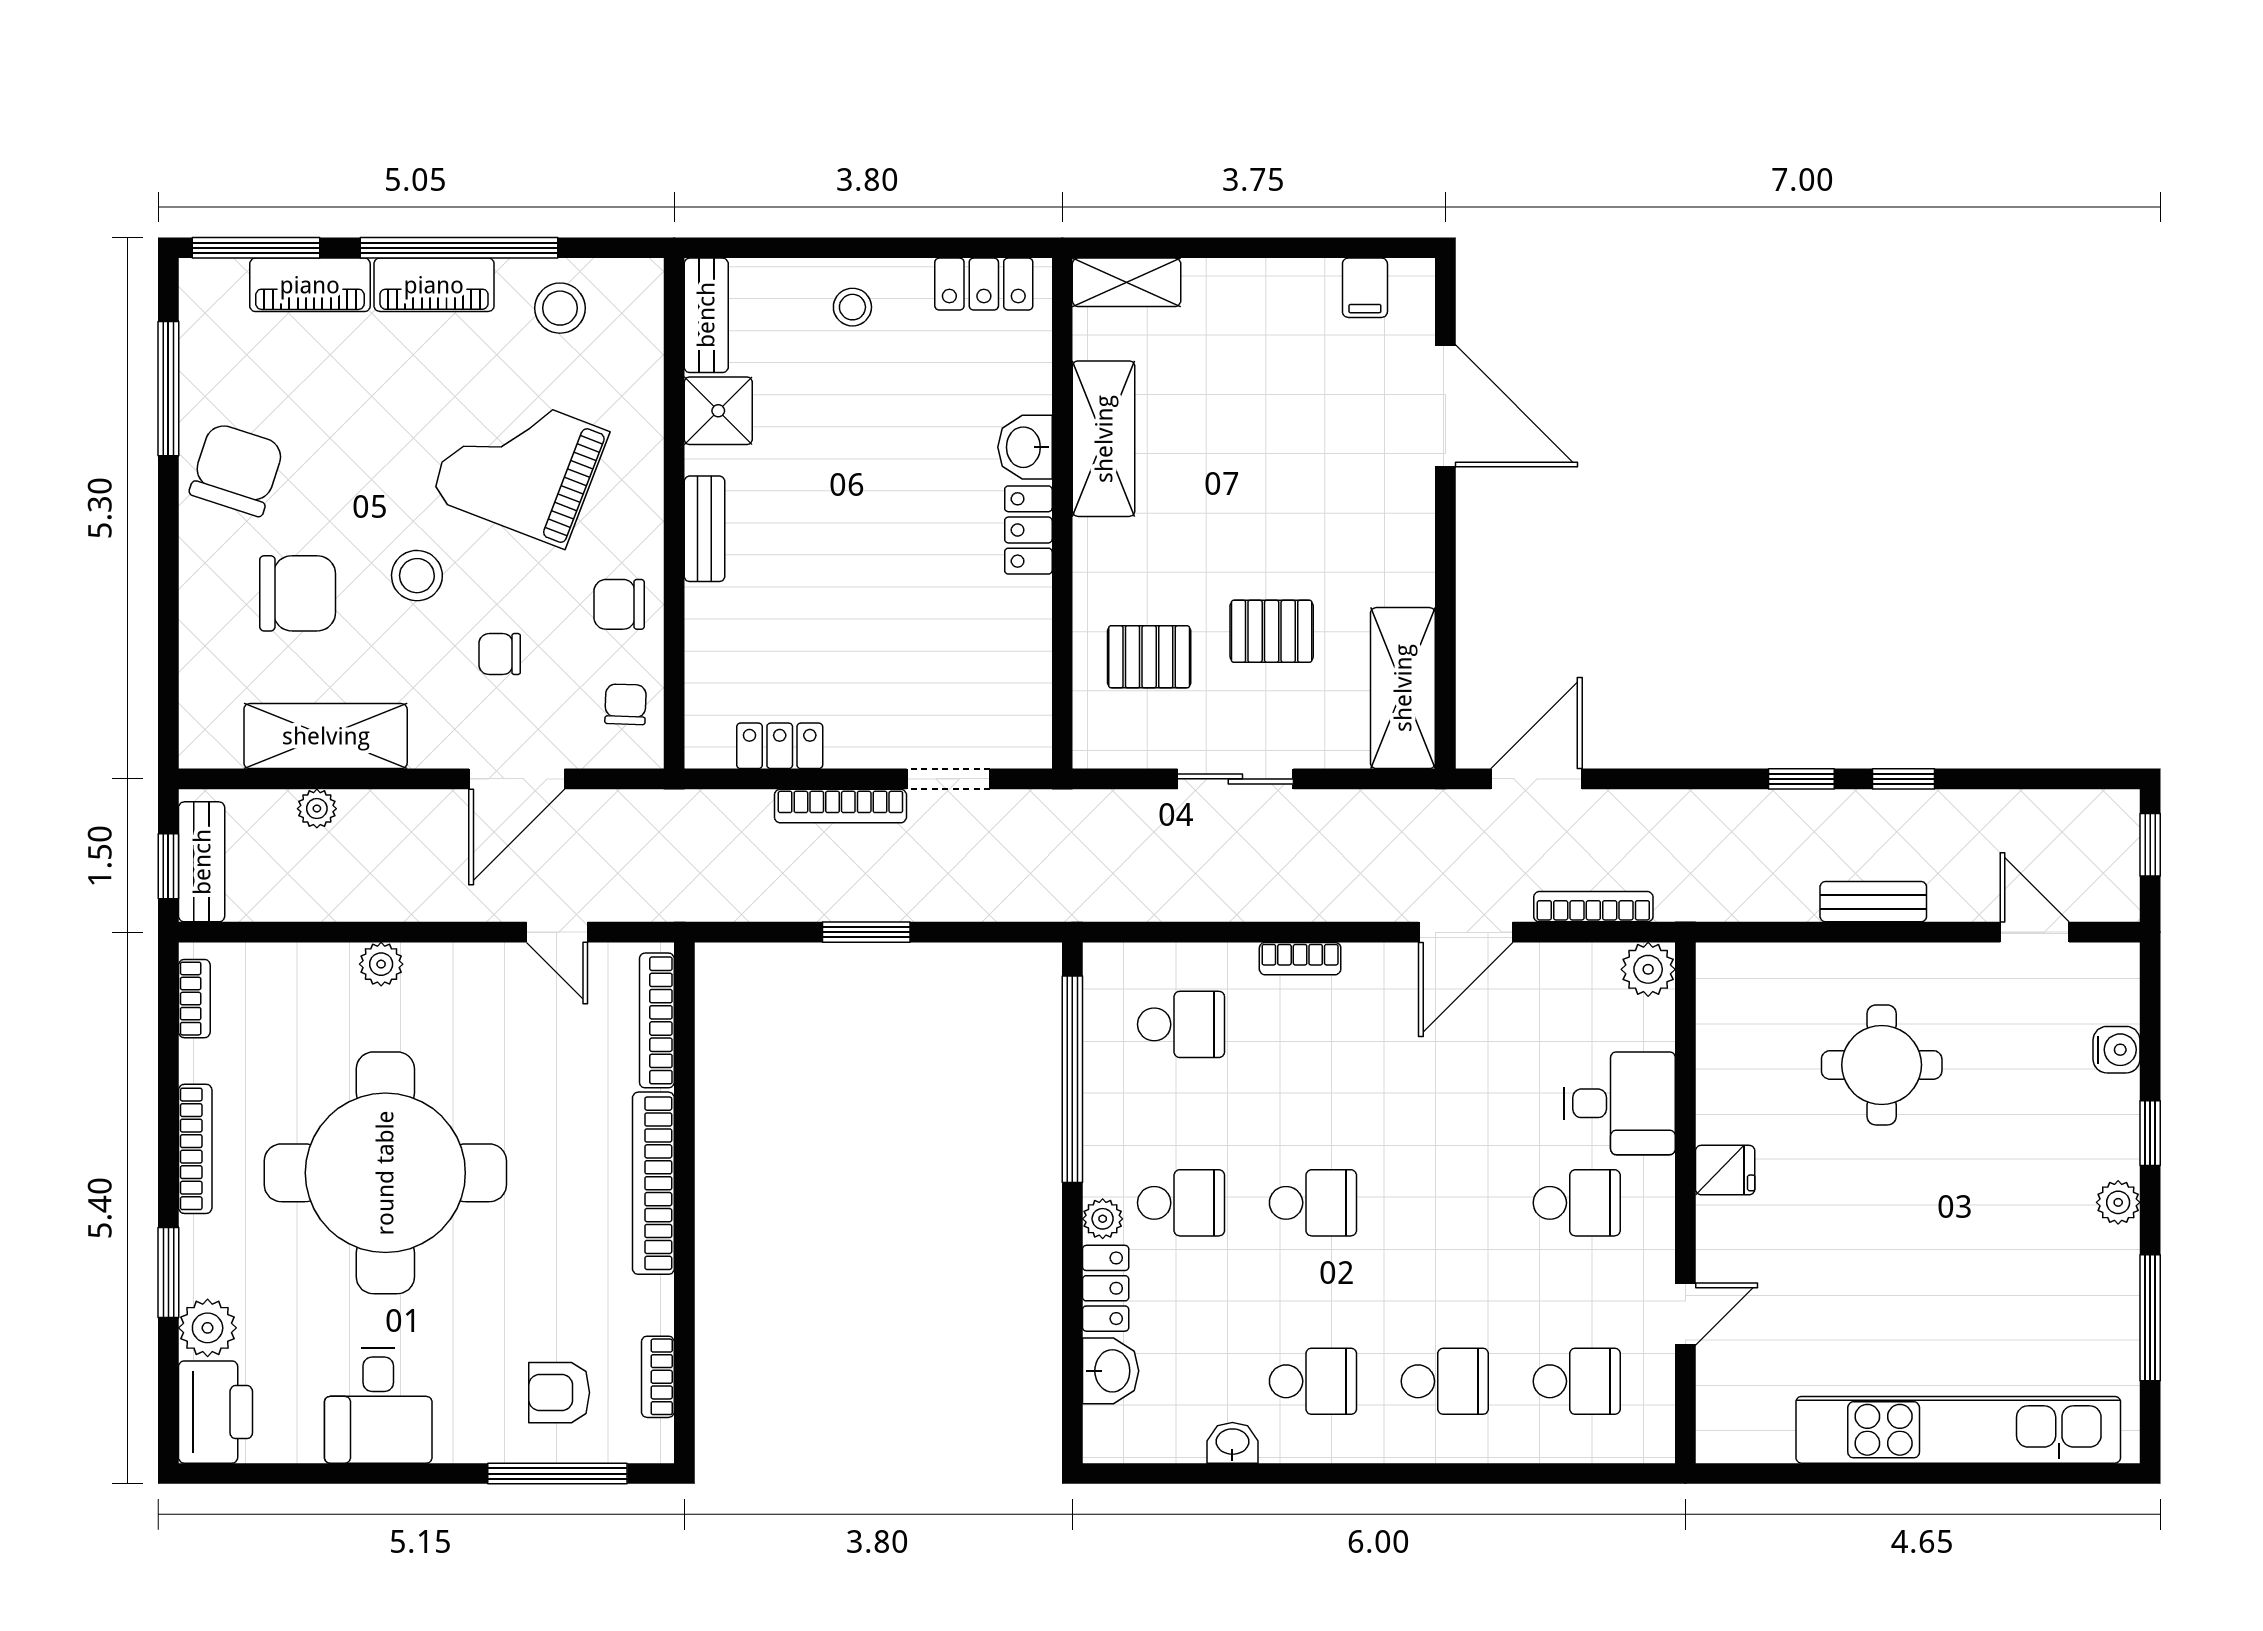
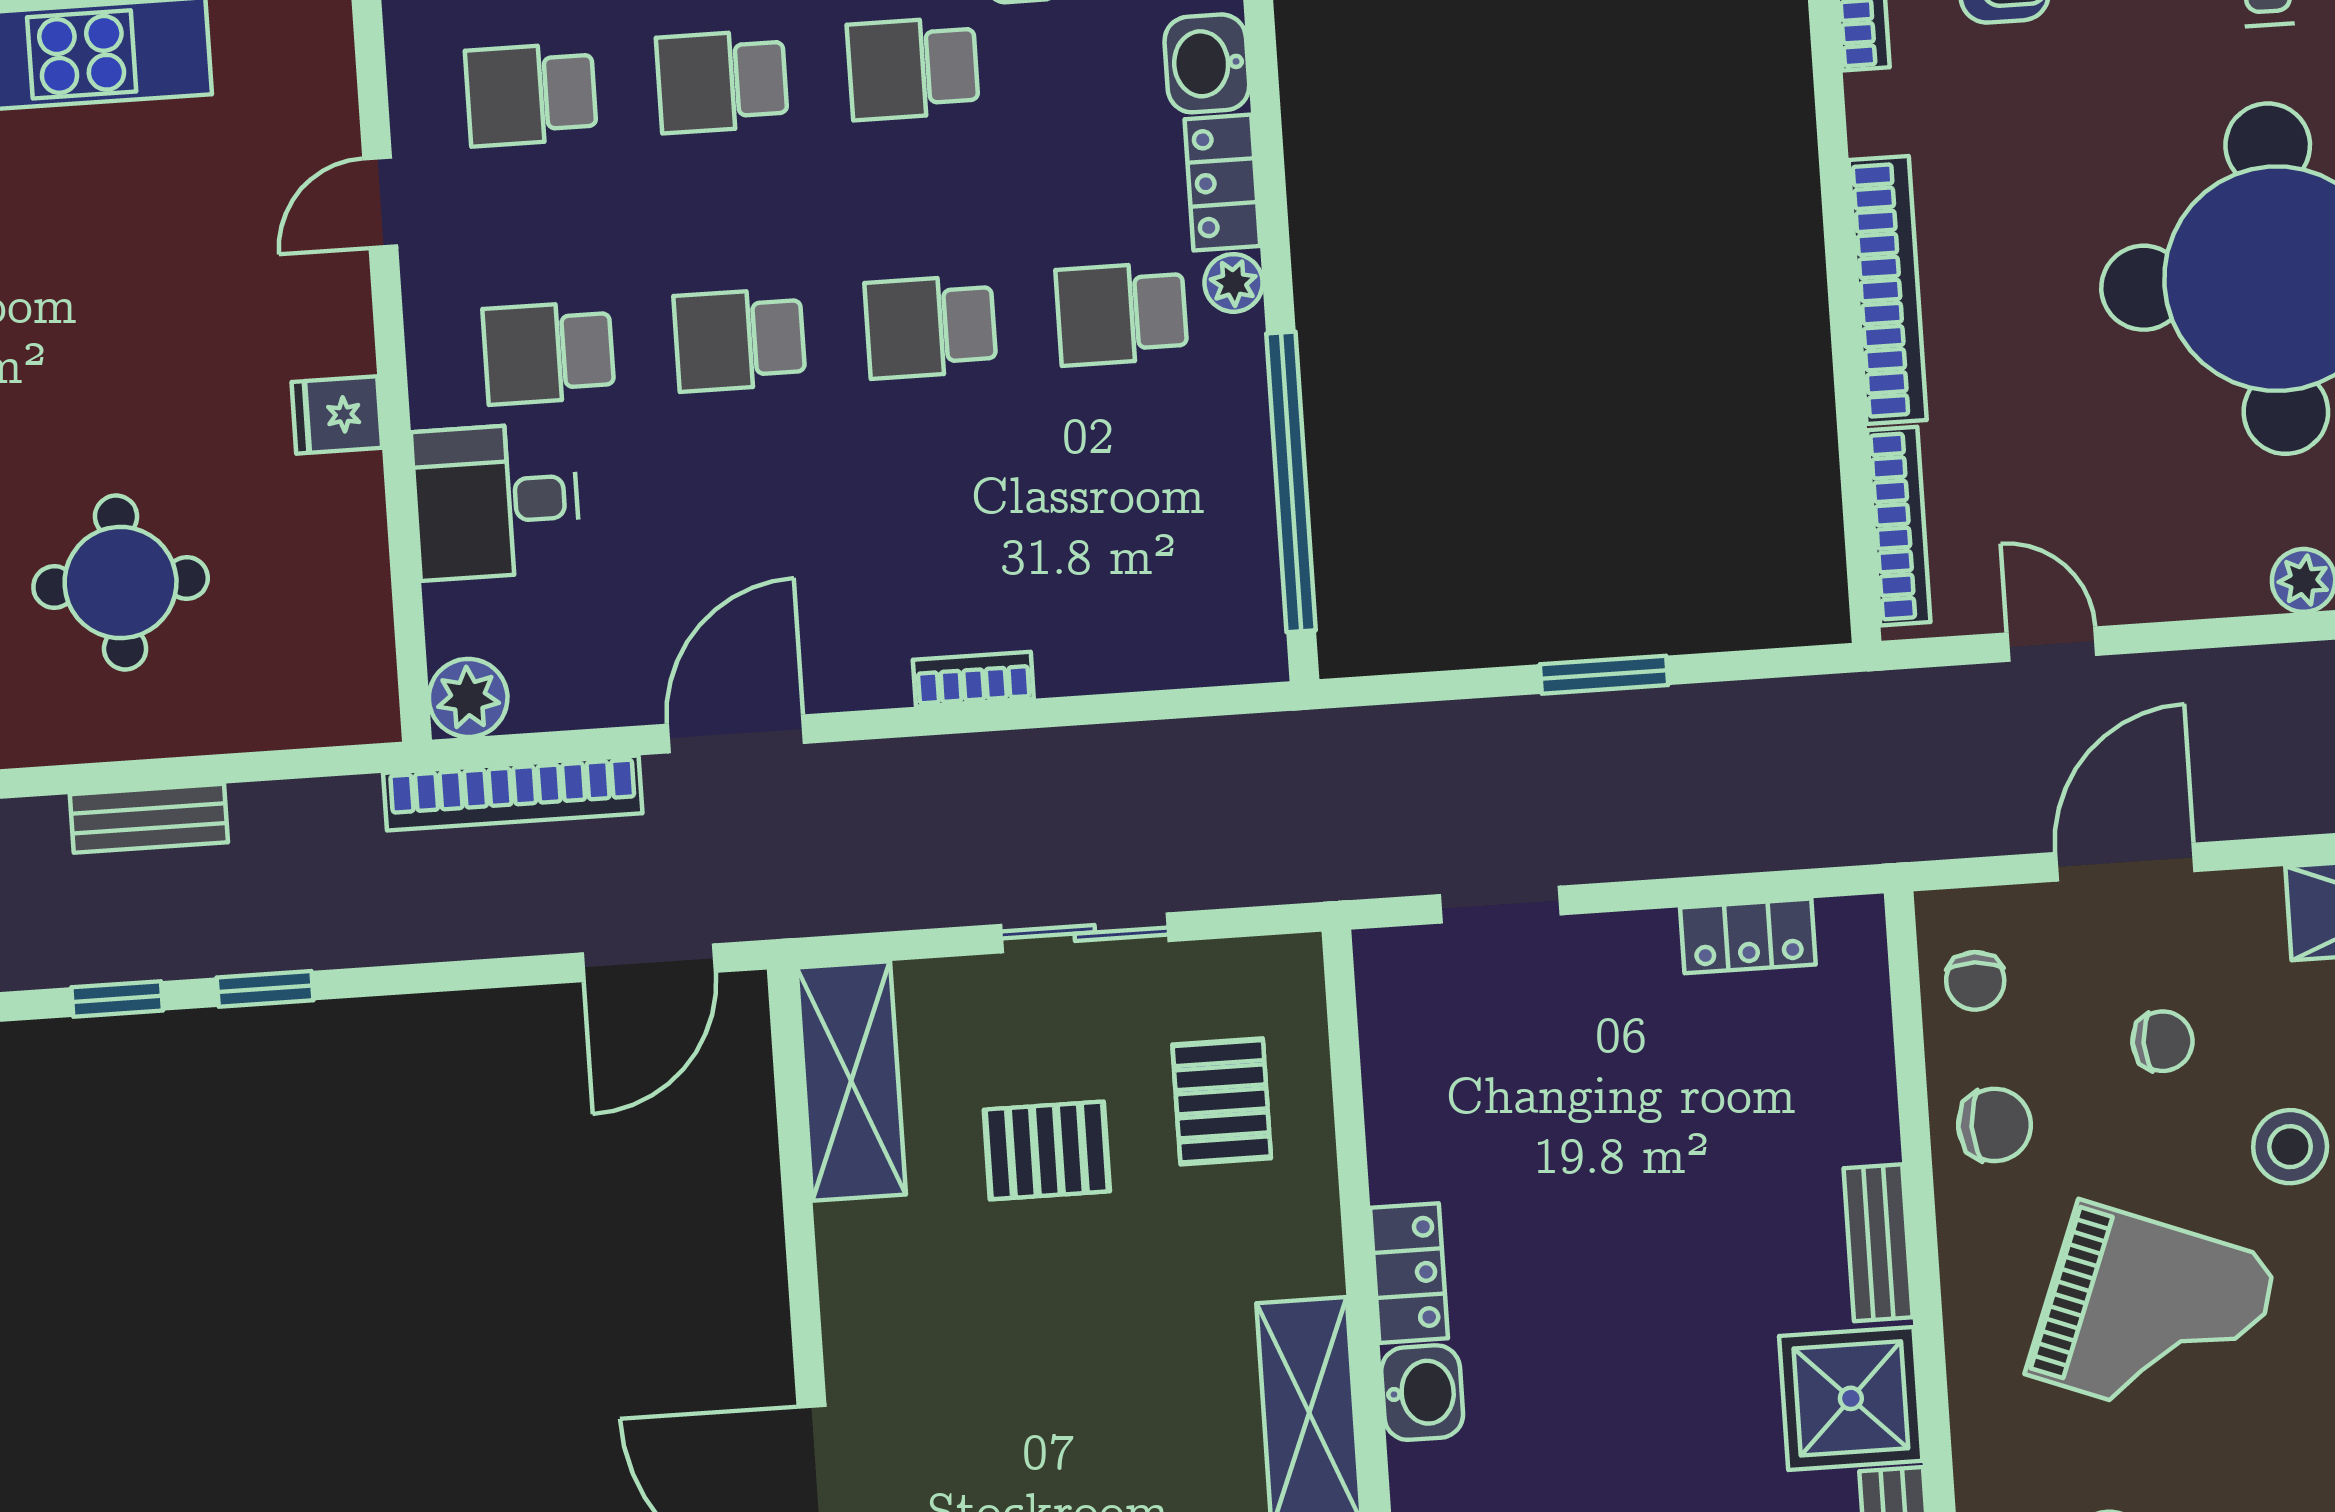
shower: (718, 411) -> (1851, 1398), width x1.36, depth x1.36
pallet: (1149, 657) -> (1222, 1101), turned 90
bookcase: (840, 806) -> (1654, 855), removed
bookcase: (1593, 907) -> (513, 793), width x1.48, depth x1.31
school desk: (1181, 1024) -> (740, 340), moved

